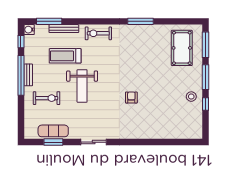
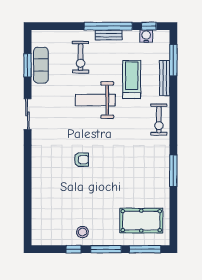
water cooler: (29, 30) -> (146, 36), moved
exercise bike: (98, 33) -> (159, 120), turned 180

